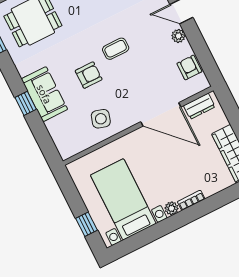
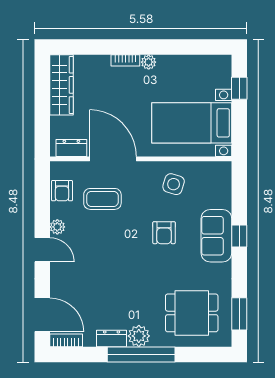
coffee table: (116, 49) -> (102, 199), moved, width x1.36, depth x1.30
armchair: (89, 75) -> (164, 233), turned -90
bed with nightstands: (123, 199) -> (192, 123), moved, turned 90

